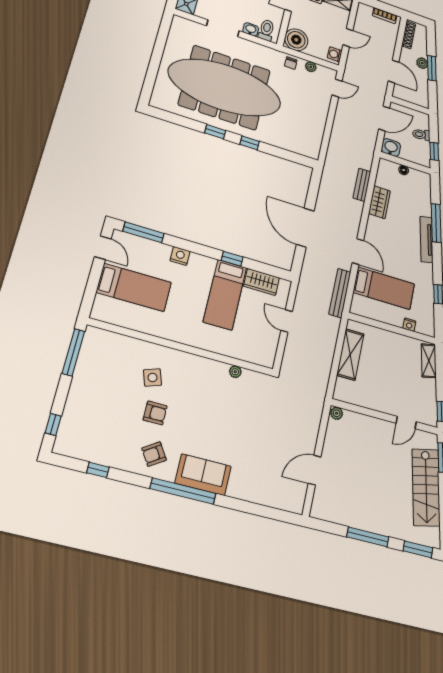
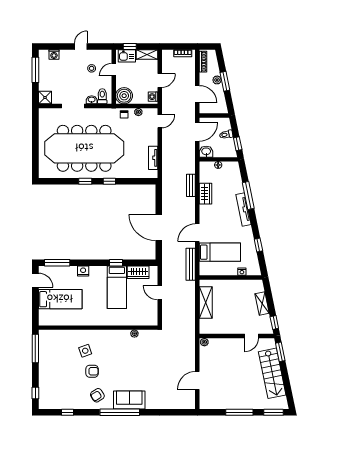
tv unit: (318, 132) -> (153, 158), added
door: (358, 252) -> (197, 233), swing flipped
shelving: (429, 361) -> (262, 304), moved

